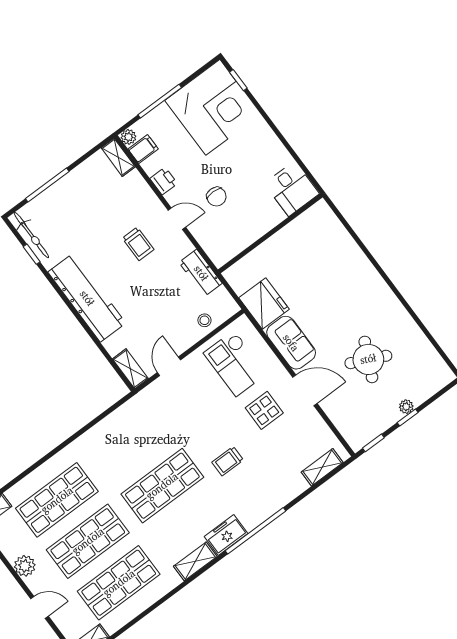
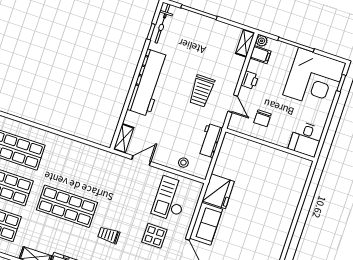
desk: (292, 189) -> (306, 139), moved
wall: (270, 233) -> (270, 145), moved
trolley: (138, 244) -> (202, 91), width x1.36, depth x1.39

